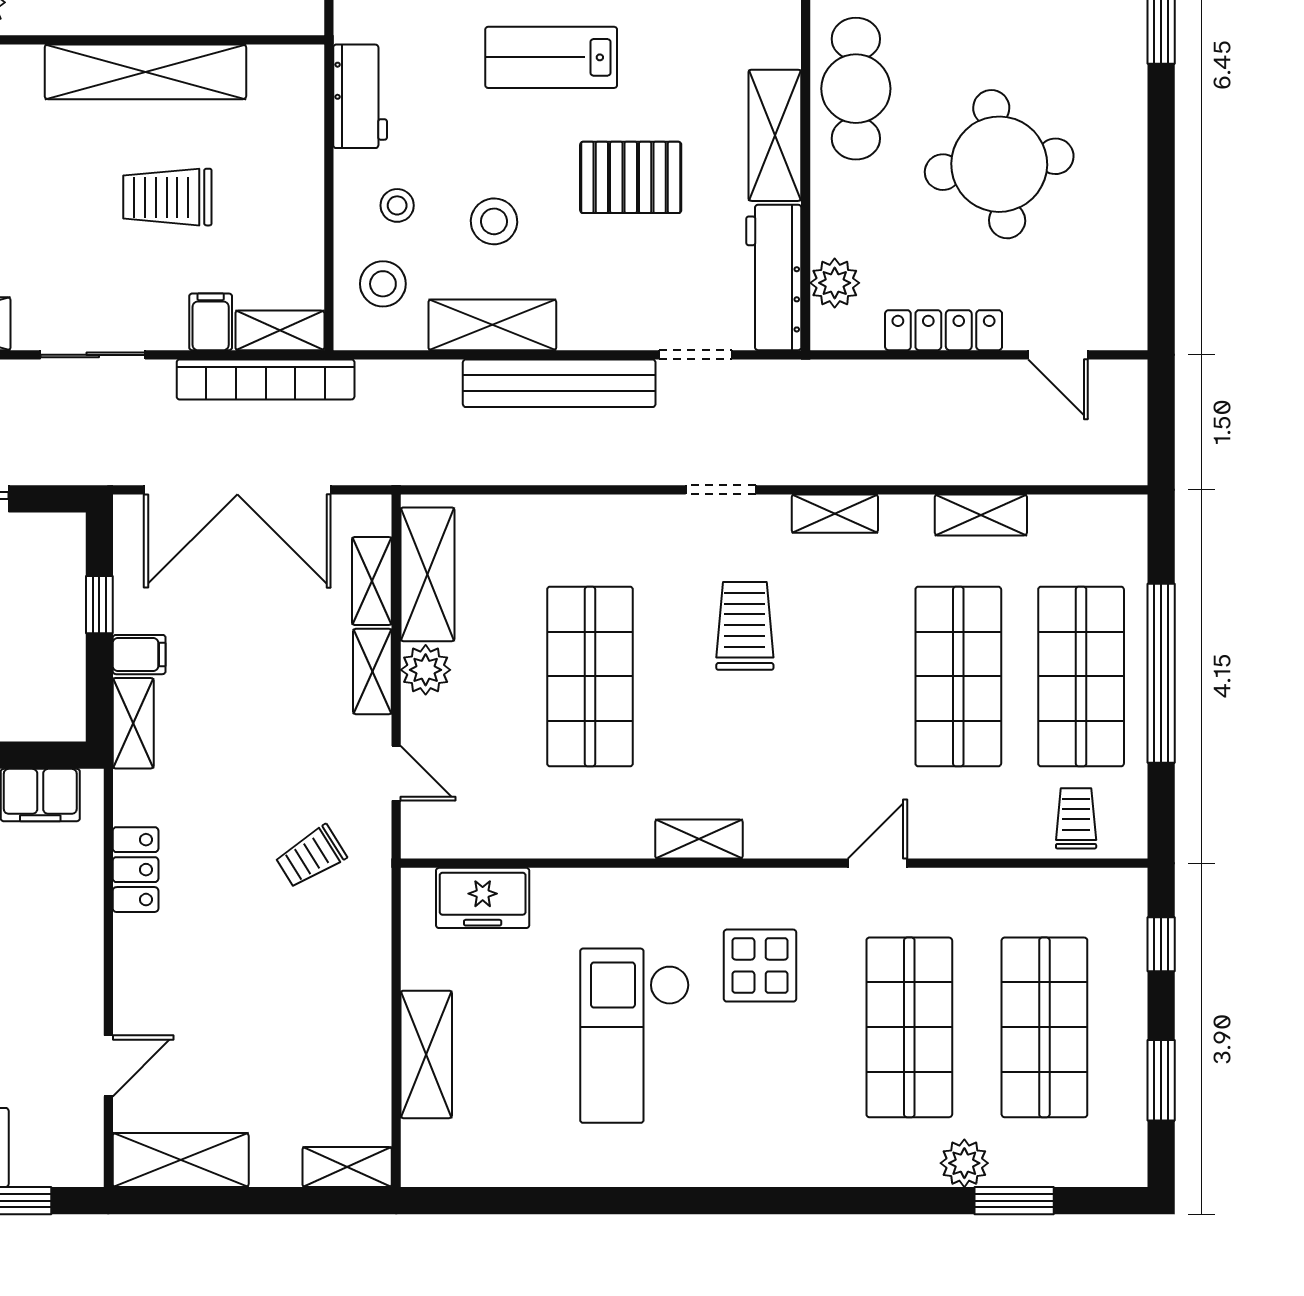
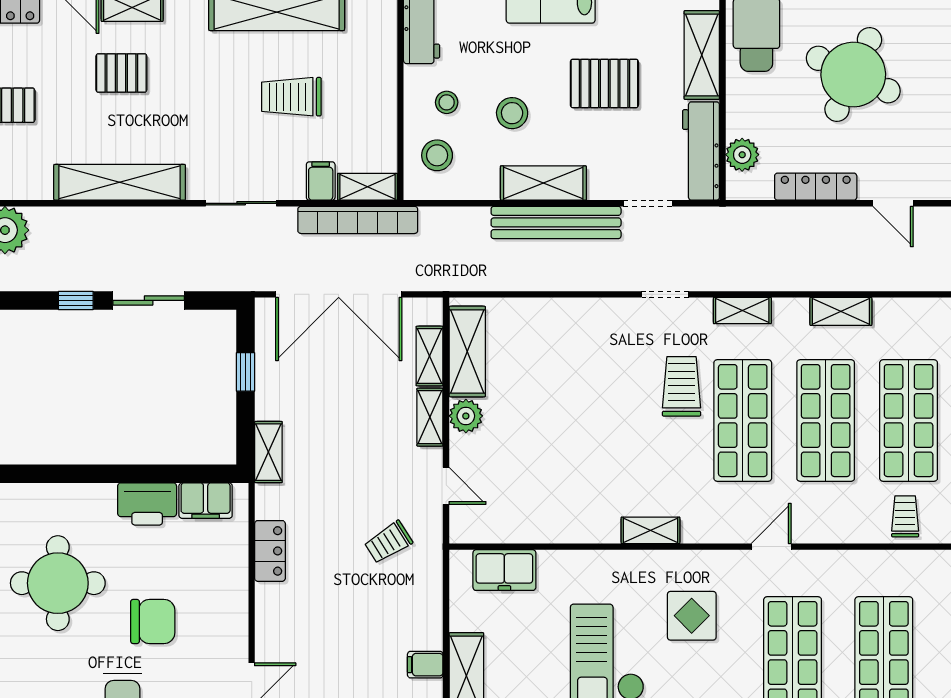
round table: (999, 164) -> (853, 75), turned 33
shelving: (492, 325) -> (543, 183), moved
filing cabinet: (139, 655) -> (425, 665), moved, turned 180
shop shelf: (590, 676) -> (743, 421), moved

